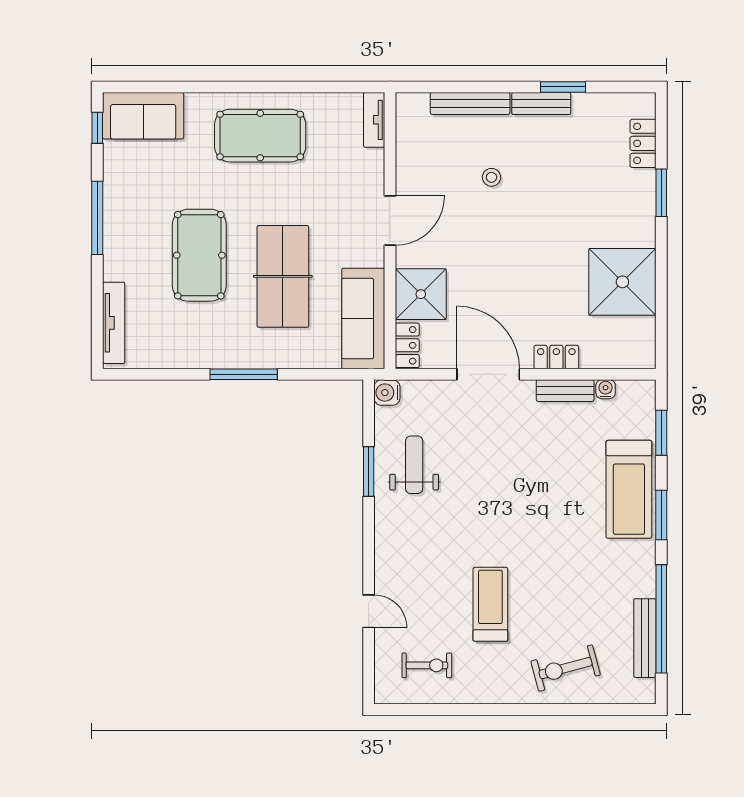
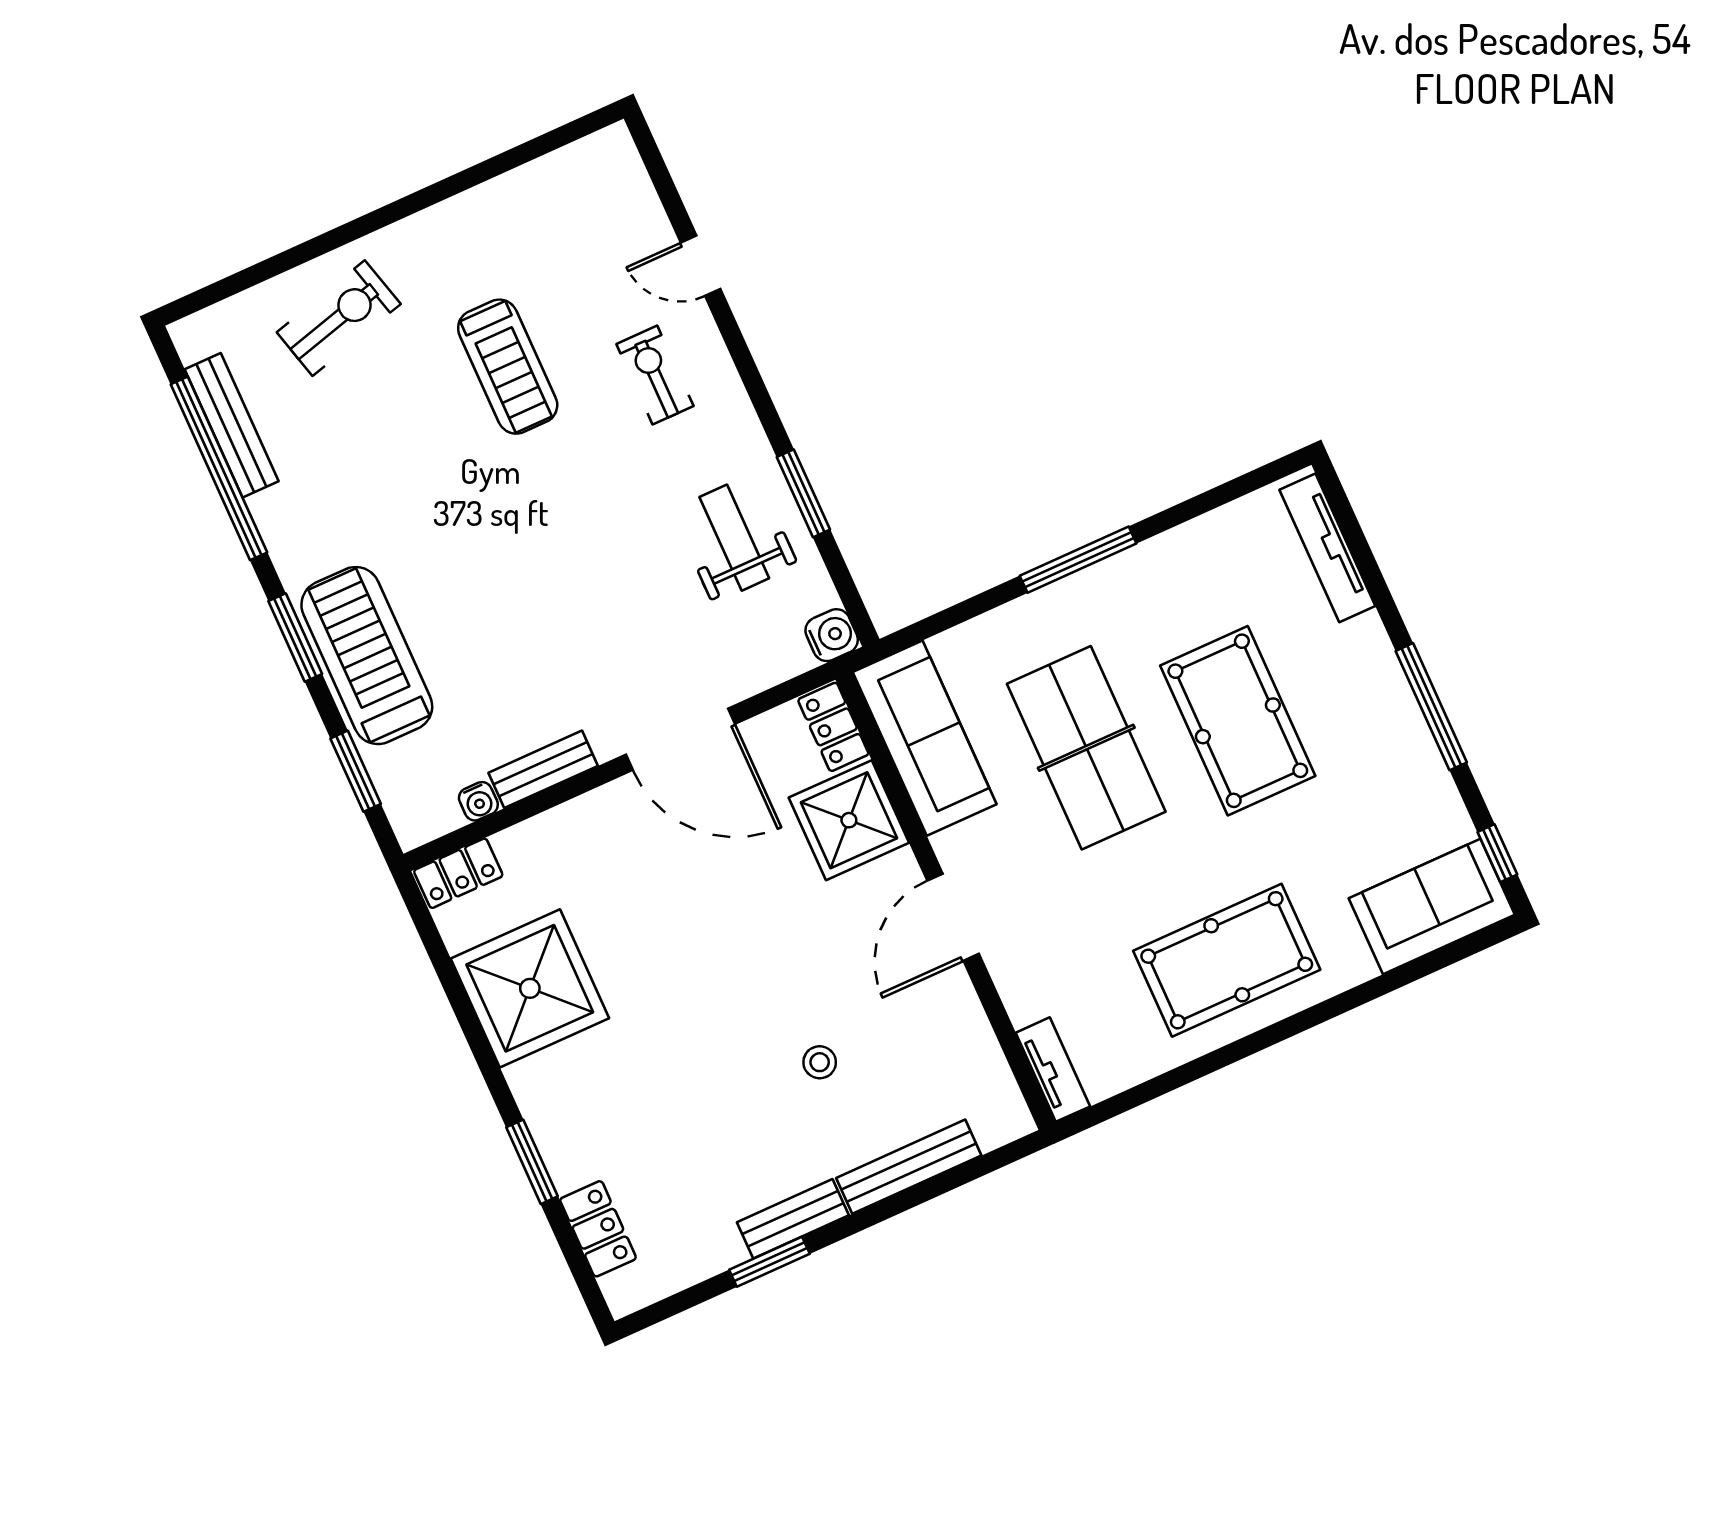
locker: (556, 357) -> (458, 873), moved
weight bench: (414, 465) -> (734, 538), turned 180
exercise bike: (427, 665) -> (655, 375), moved, turned 90

